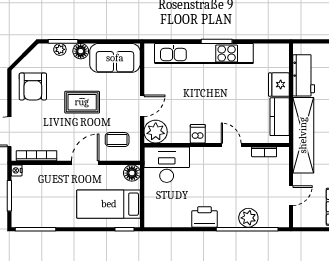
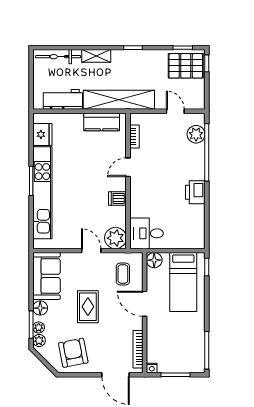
plant: (46, 50) -> (39, 340), added
fridge: (279, 85) -> (42, 134), moved, turned -90
armchair: (33, 86) -> (73, 353), turned -101
desk: (167, 165) -> (146, 233), width x0.73
plant: (248, 218) -> (196, 134), moved

